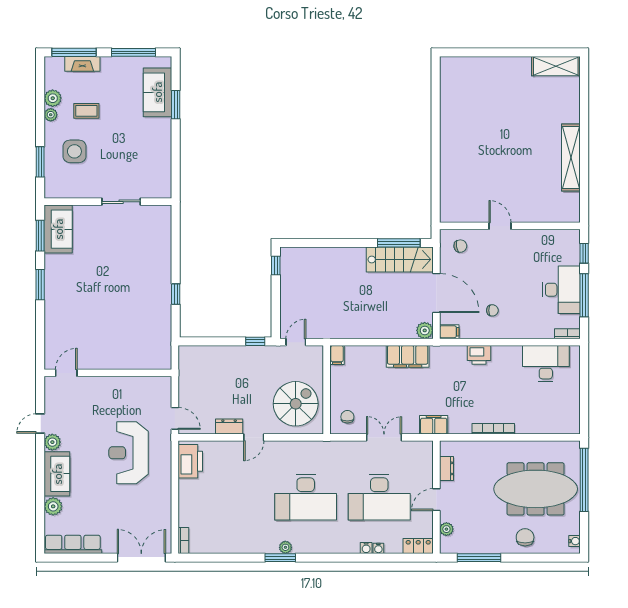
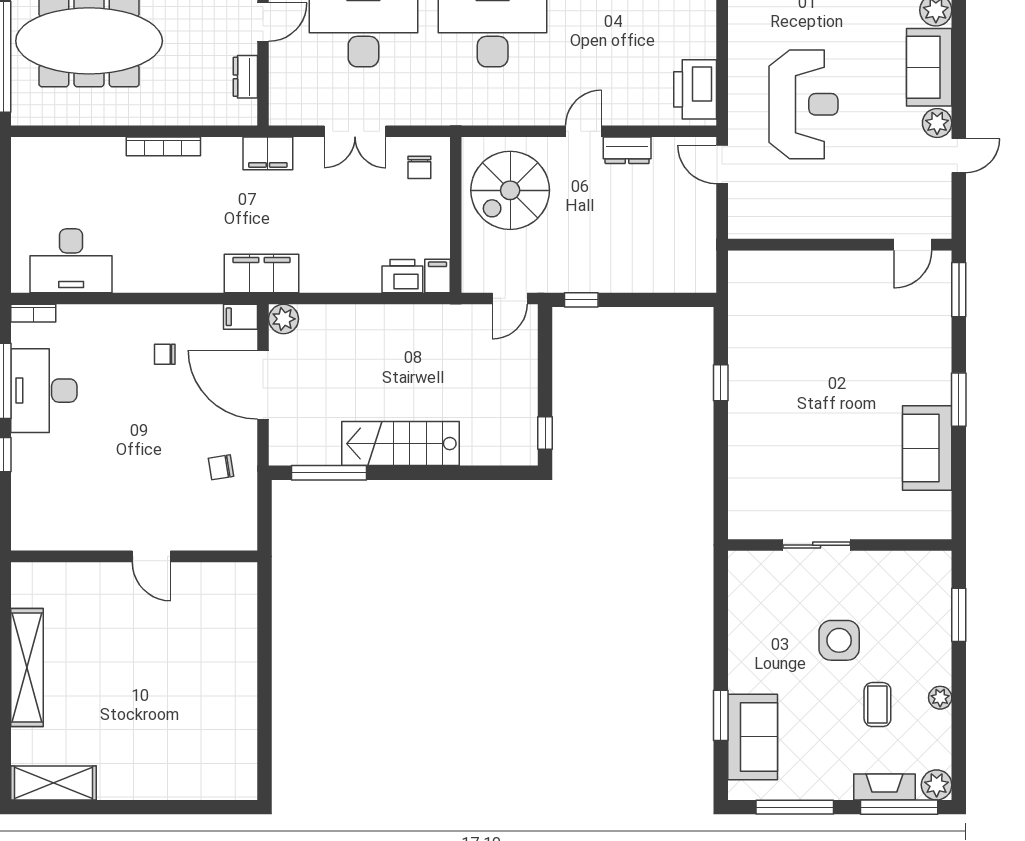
plant: (53, 98) -> (937, 785), moved
coffee table: (86, 111) -> (877, 705), turned 90
side table: (74, 151) -> (839, 640), moved
shelving: (571, 158) -> (27, 668), moved
door: (500, 226) -> (151, 556), moved
wall: (510, 226) -> (134, 556), moved
sofa: (58, 229) -> (927, 448), moved
window: (40, 236) -> (959, 290), moved
stairs: (400, 259) -> (401, 444), moved
printer: (479, 355) -> (402, 276), moved
filing cabinet: (408, 356) -> (261, 274), moved

